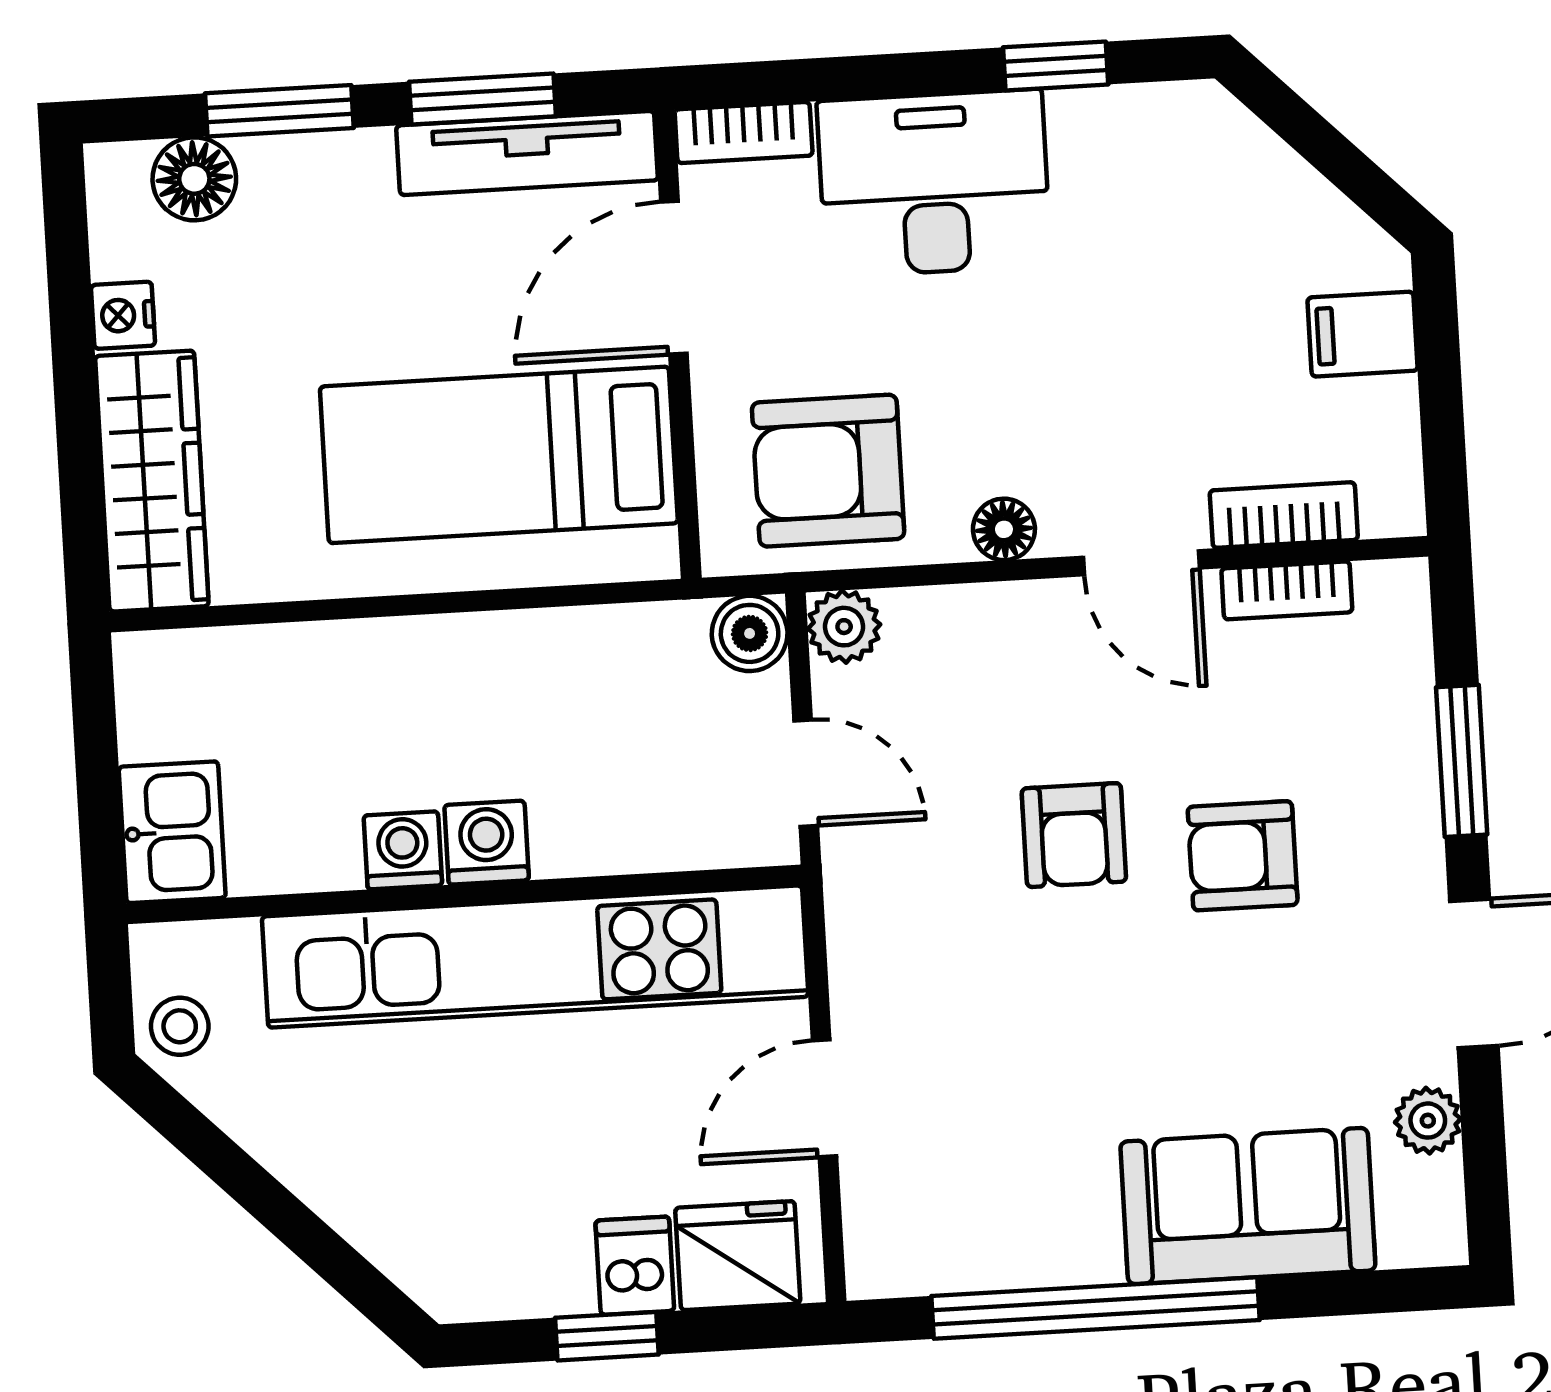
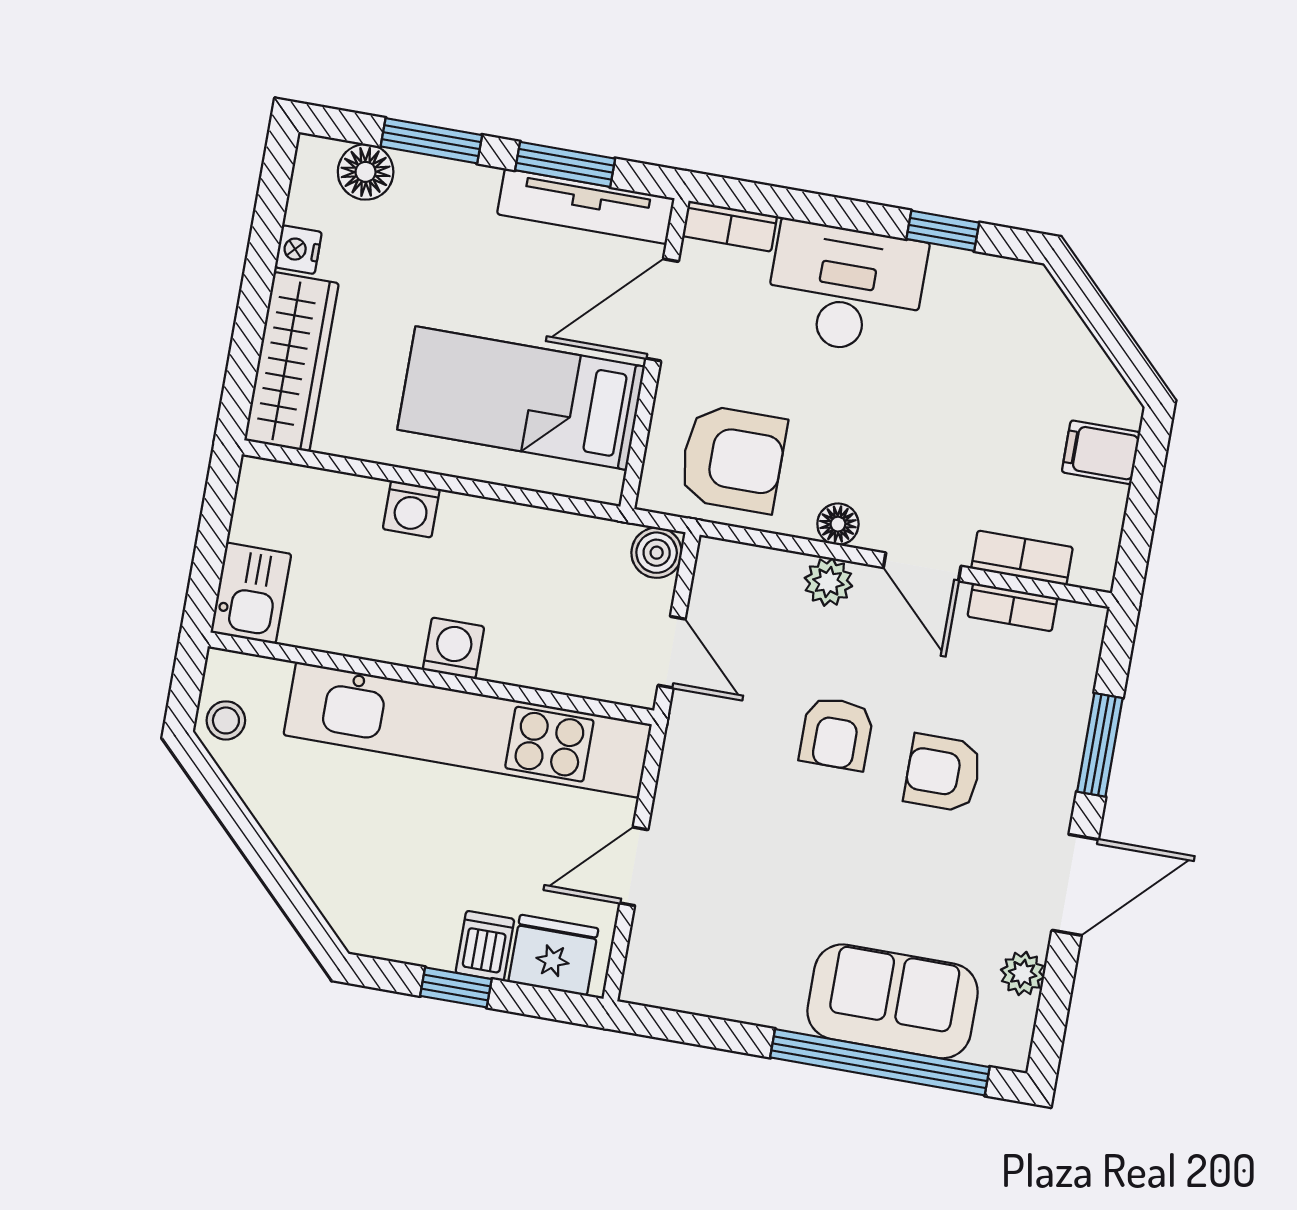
armchair: (828, 471) -> (733, 459), turned 180
plant: (844, 627) -> (828, 582), moved
washing machine: (403, 850) -> (411, 509), moved, turned 180
window: (1096, 1308) -> (880, 1062), moved

